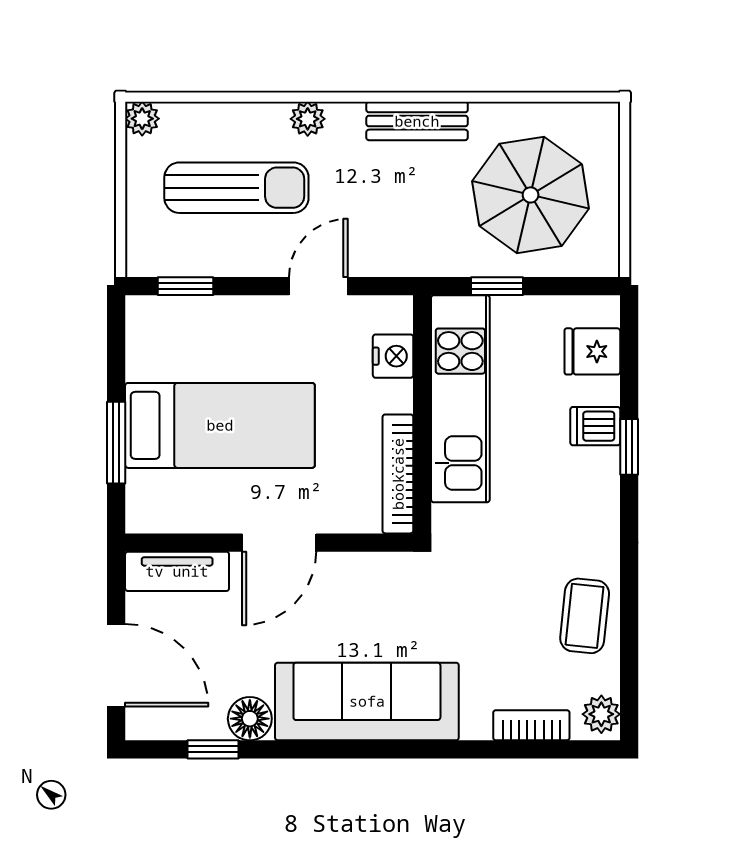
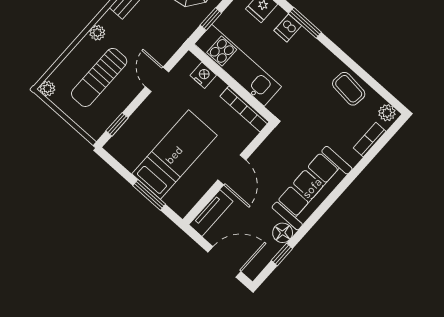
sun lounger: (236, 188) -> (99, 77), turned 180
window: (629, 447) -> (305, 23), width x1.50

